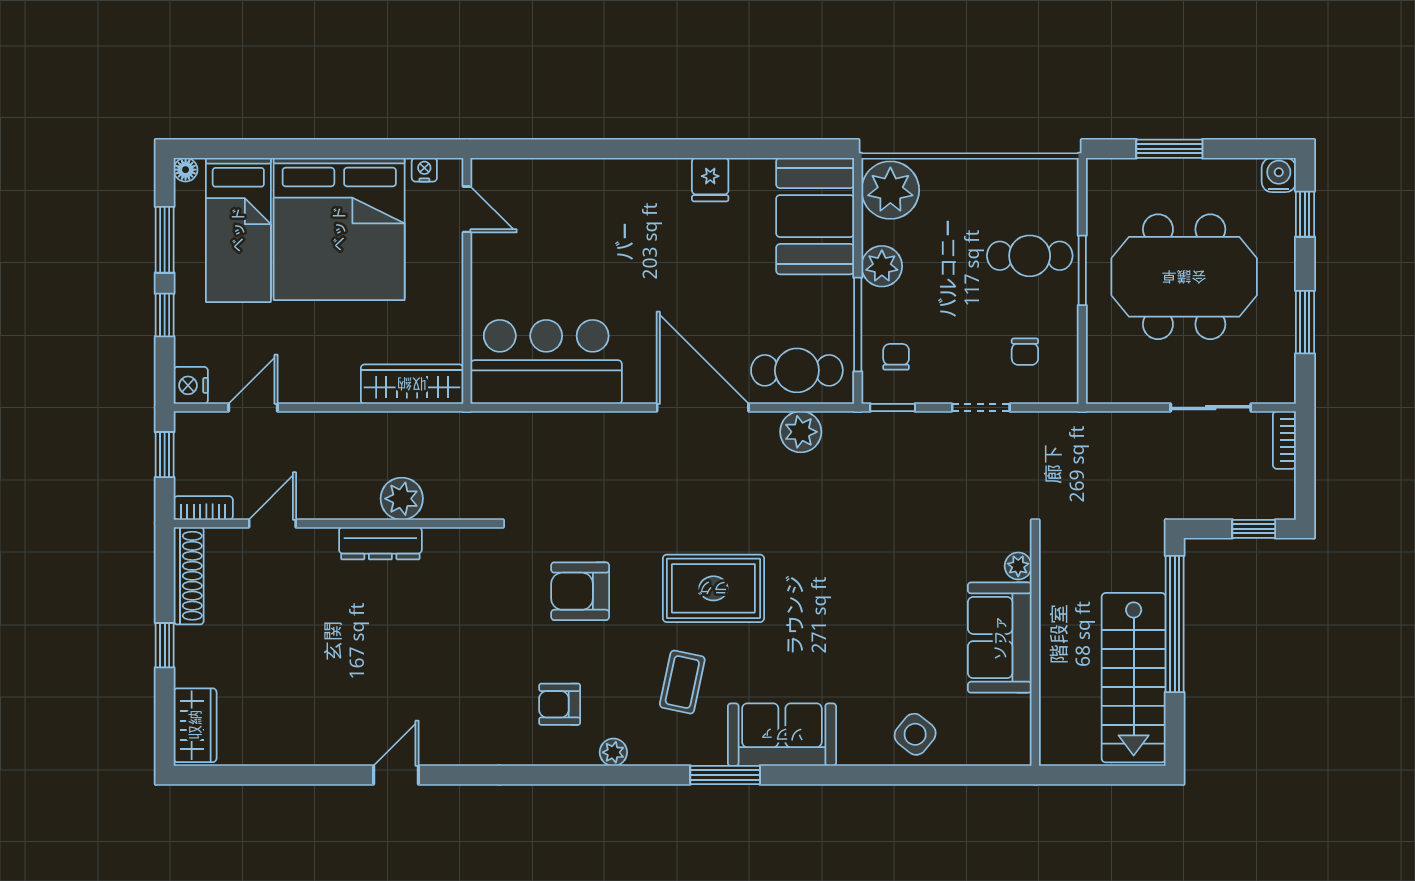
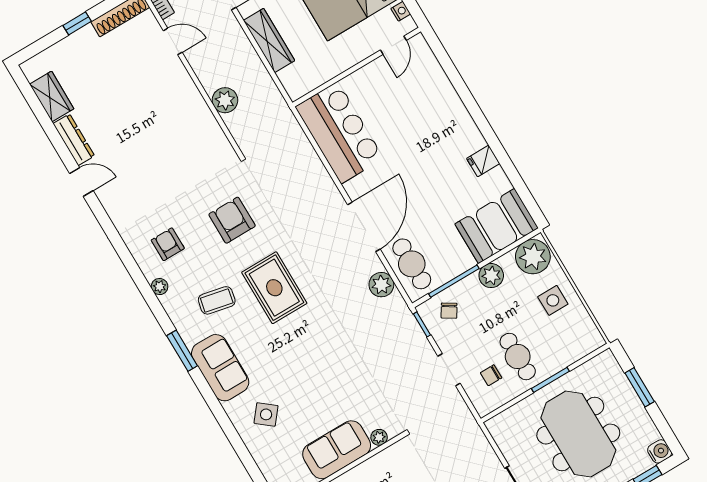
side table: (970, 199) -> (553, 300), added
cafe table: (1030, 256) -> (518, 357), moved
chair: (896, 357) -> (449, 311), turned 122
wardrobe: (412, 384) -> (269, 40), moved
dresser: (380, 543) -> (74, 140), moved, turned 180
wardrobe: (195, 725) -> (52, 96), moved, turned -90
side table: (915, 734) -> (266, 414), moved

